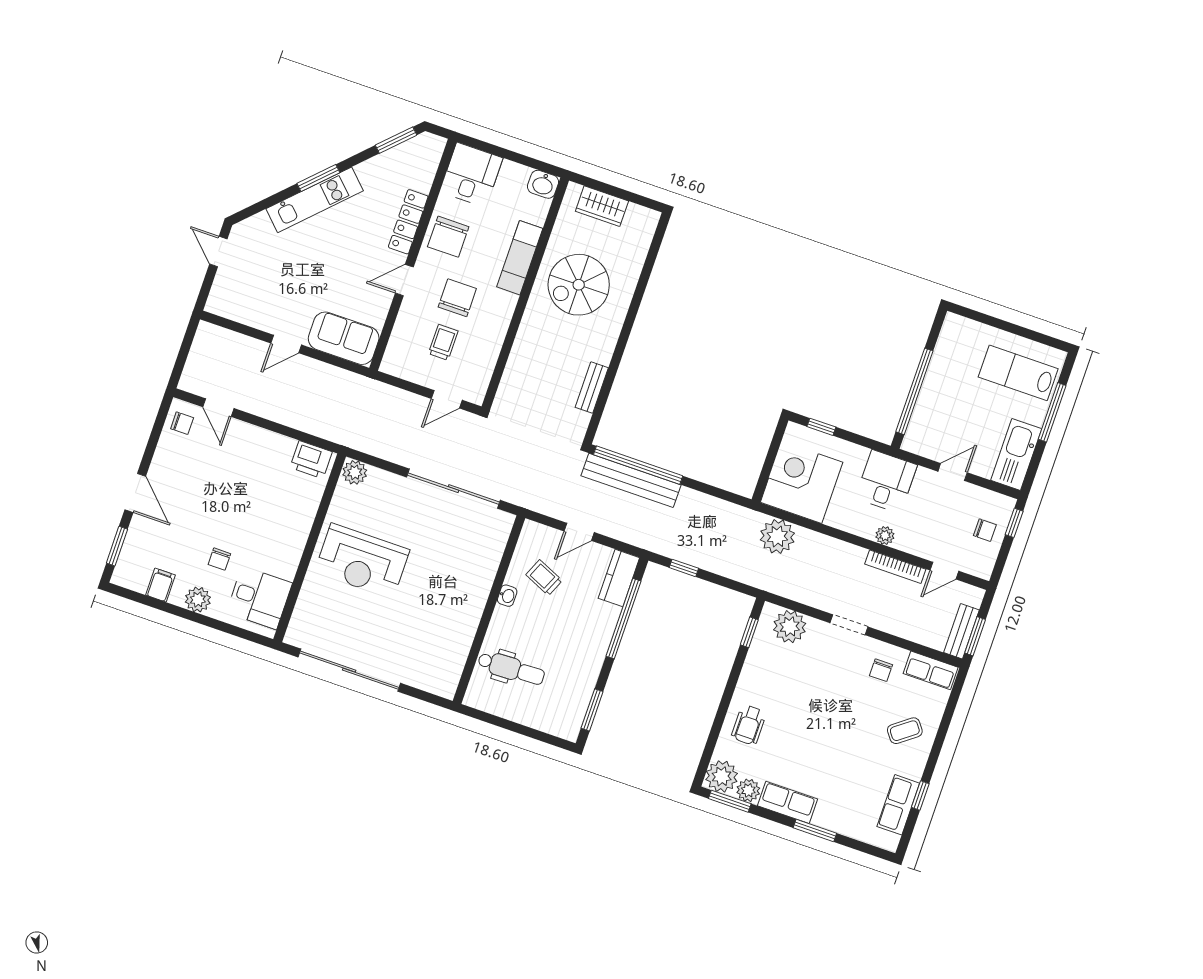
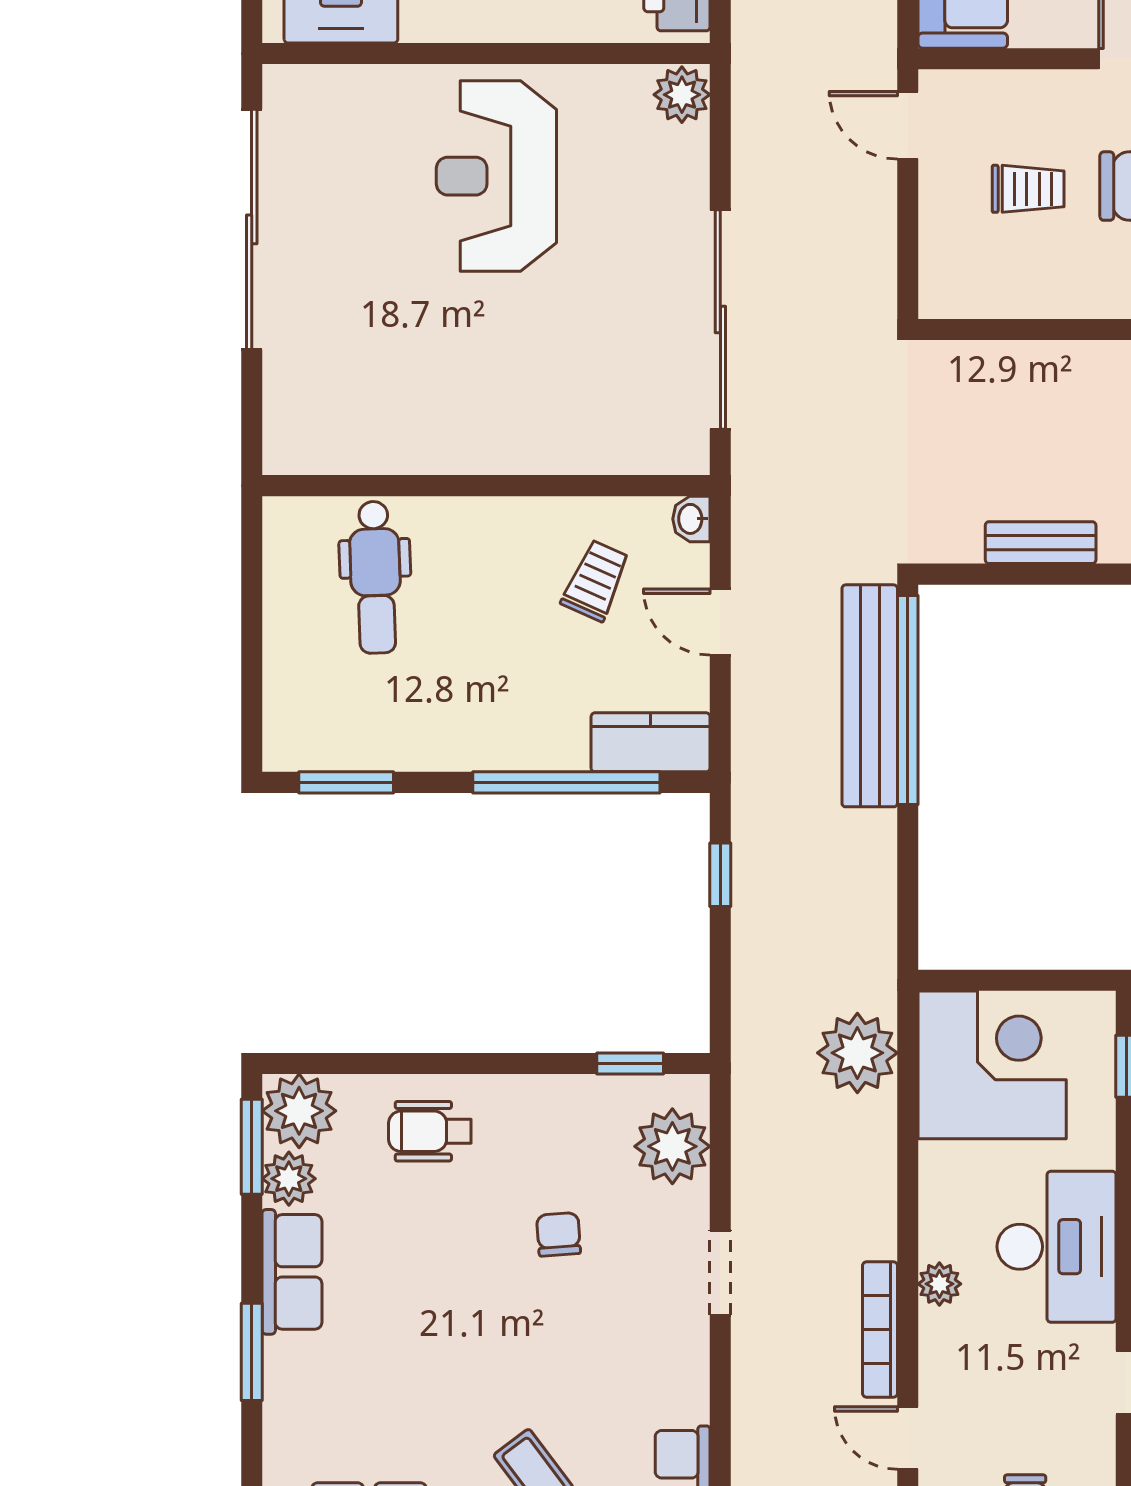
door: (447, 399) -> (908, 125), moved
desk: (886, 482) -> (1057, 1247), width x1.37
washbasin: (507, 596) -> (691, 519), moved, turned 90
chair: (881, 670) -> (559, 1234), moved, turned 86

